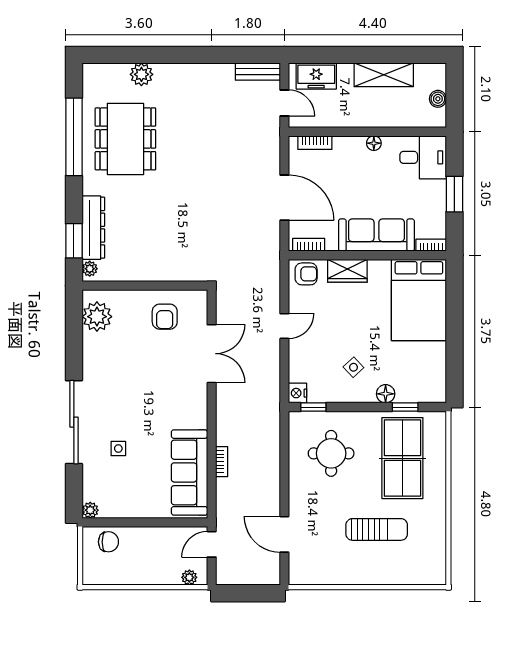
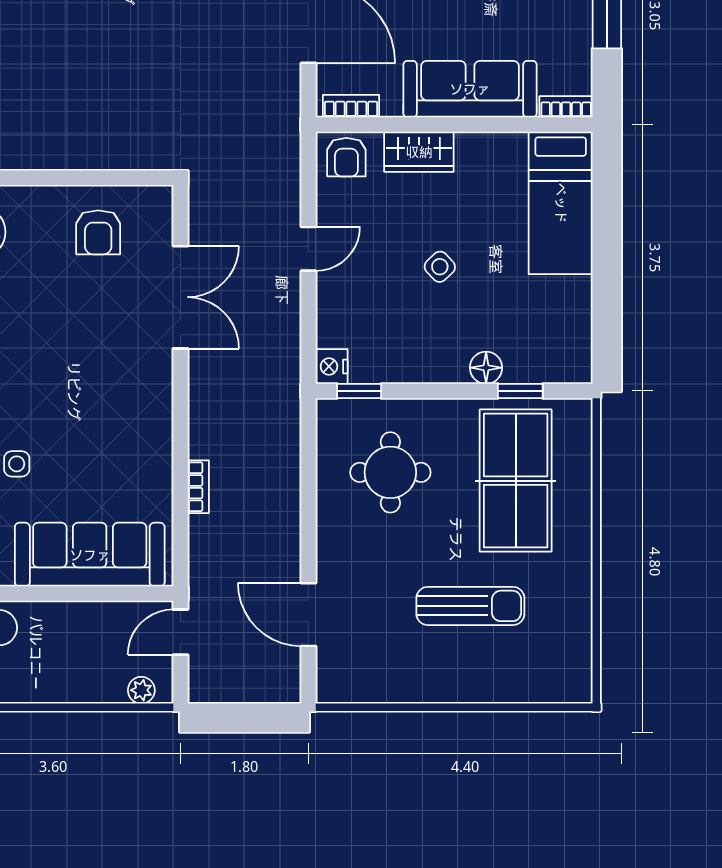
armchair: (306, 274) -> (346, 157), turned 90
bed: (419, 300) -> (561, 203), width x0.67
side table: (353, 367) -> (440, 267), moved
sofa: (189, 472) -> (90, 555), moved, turned 90

